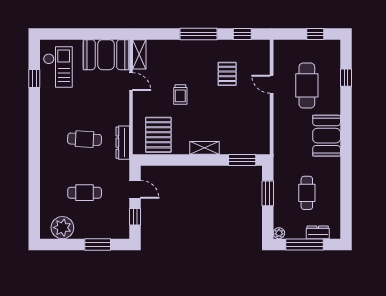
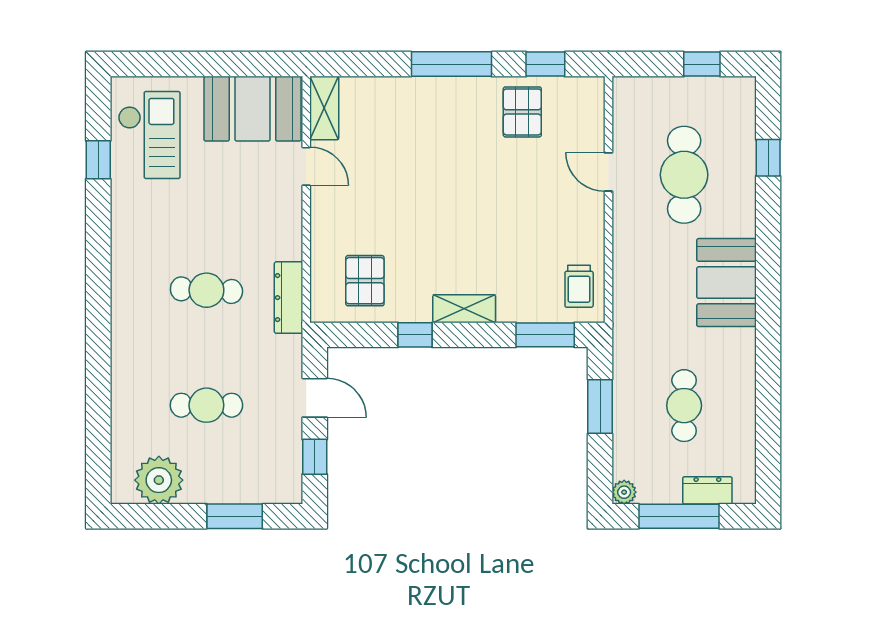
pallet: (227, 74) -> (522, 112), moved
trolley: (180, 95) -> (579, 286), moved
pallet: (158, 135) -> (365, 281), width x0.67, depth x0.71
window: (182, 160) -> (415, 335), added

